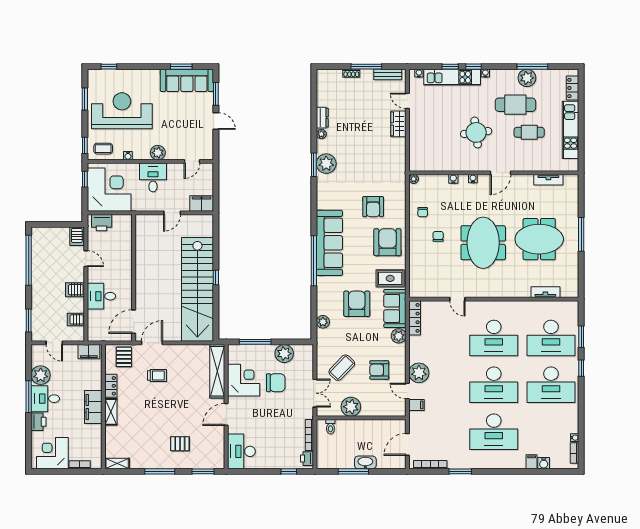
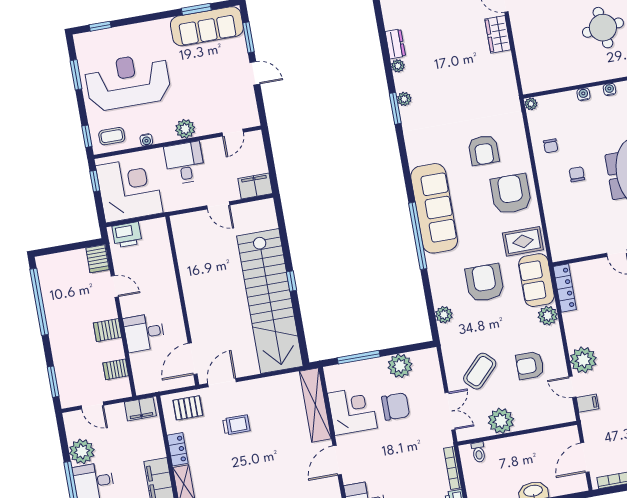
plant: (326, 164) -> (404, 99), width x0.53, depth x0.53
door: (172, 213) -> (218, 205), hinge flipped
pallet: (124, 357) -> (188, 408), turned 90

